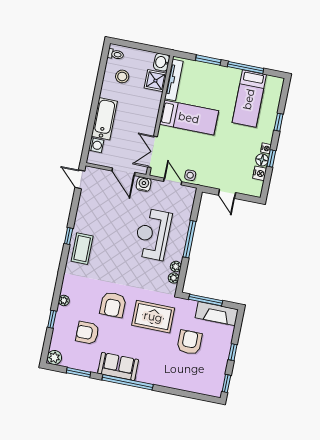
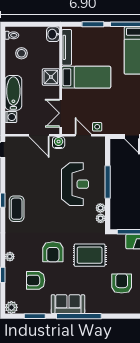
shower: (155, 81) -> (51, 77), moved
reception desk: (153, 234) -> (75, 184), turned 180
armchair: (189, 342) -> (122, 284), moved

